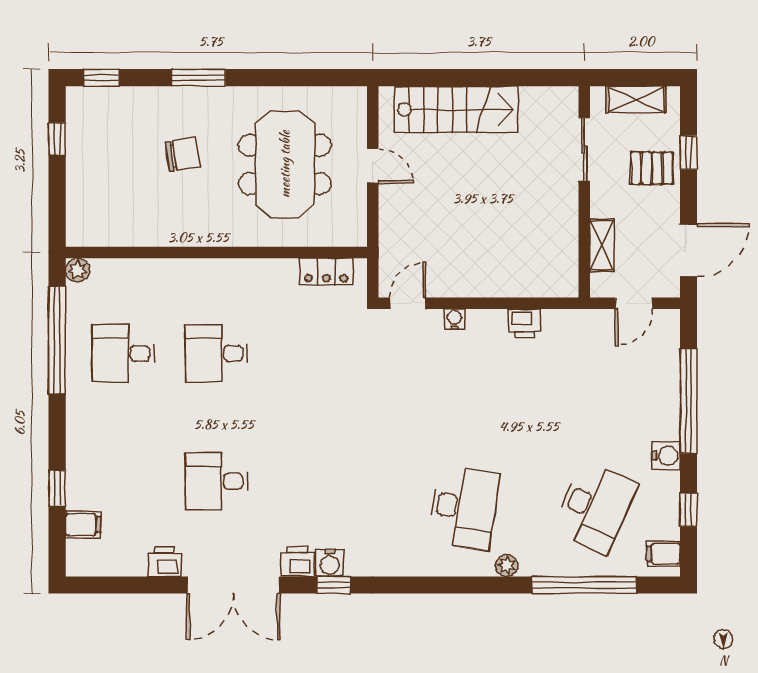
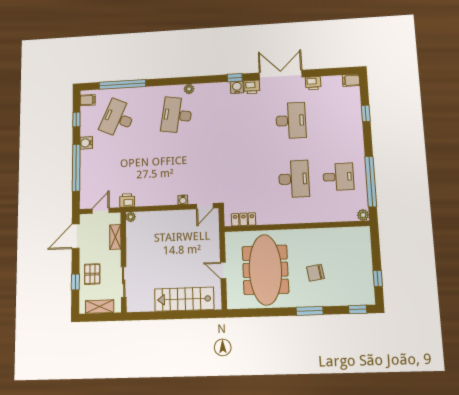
meeting table: (285, 164) -> (265, 270), width x1.36
pallet: (652, 168) -> (92, 274), turned 90
plant: (568, 287) -> (131, 217), added
printer: (524, 323) -> (127, 200), moved
desk: (216, 353) -> (294, 179), width x1.37
desk: (216, 481) -> (291, 121), width x1.37
filing cabinet: (83, 525) -> (351, 80), moved
plant: (507, 565) -> (189, 89), moved

